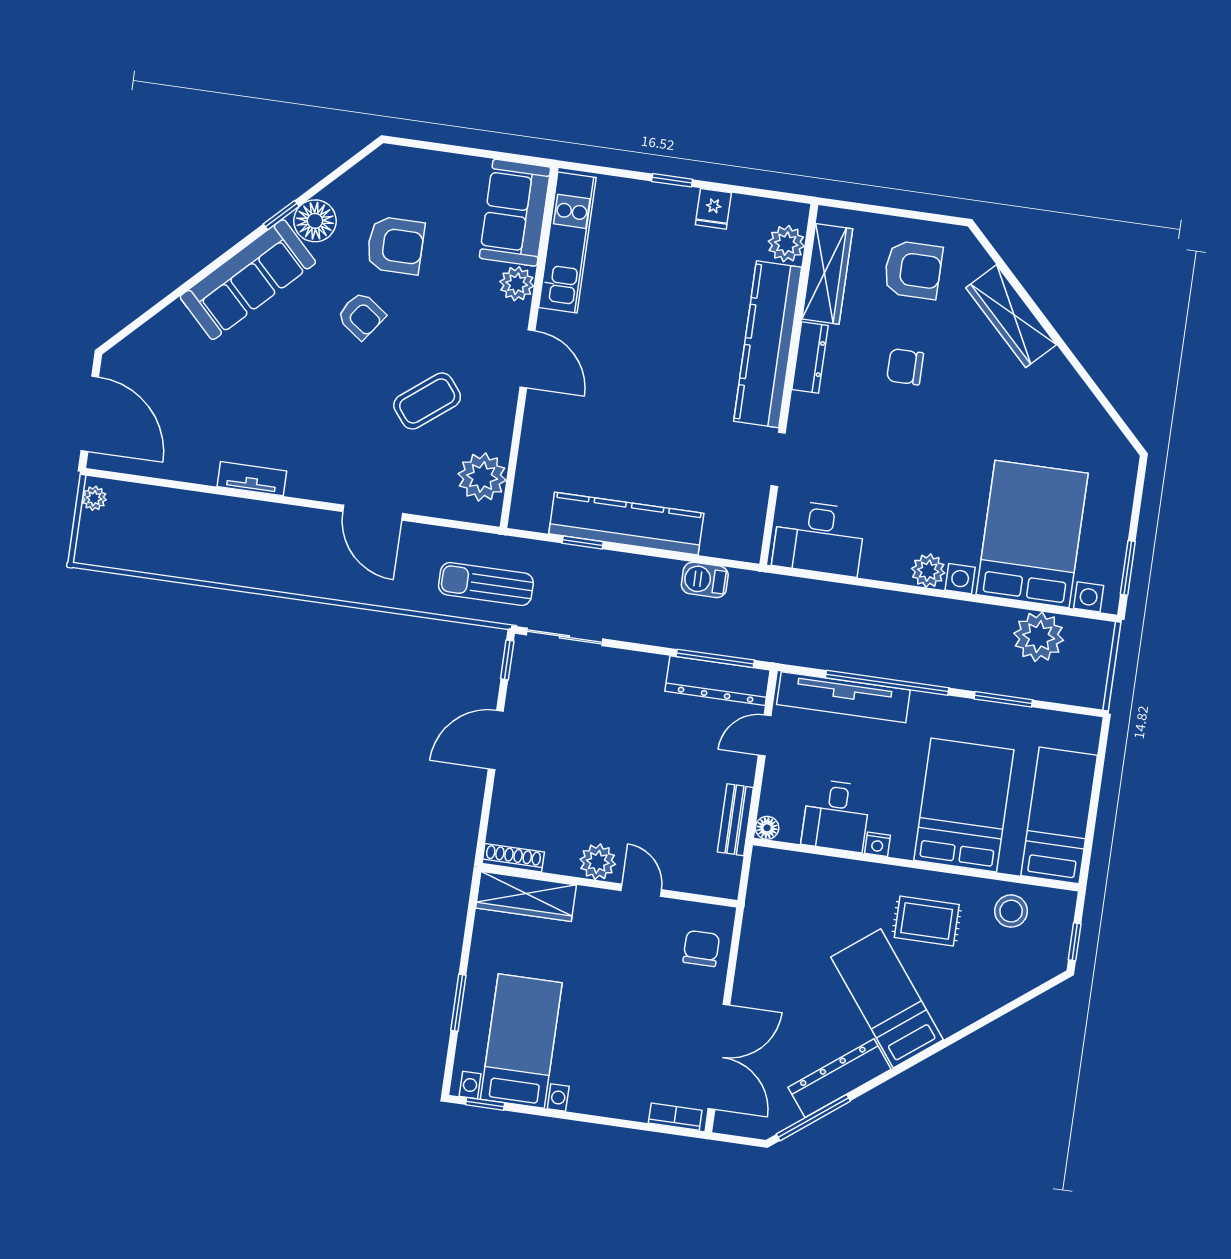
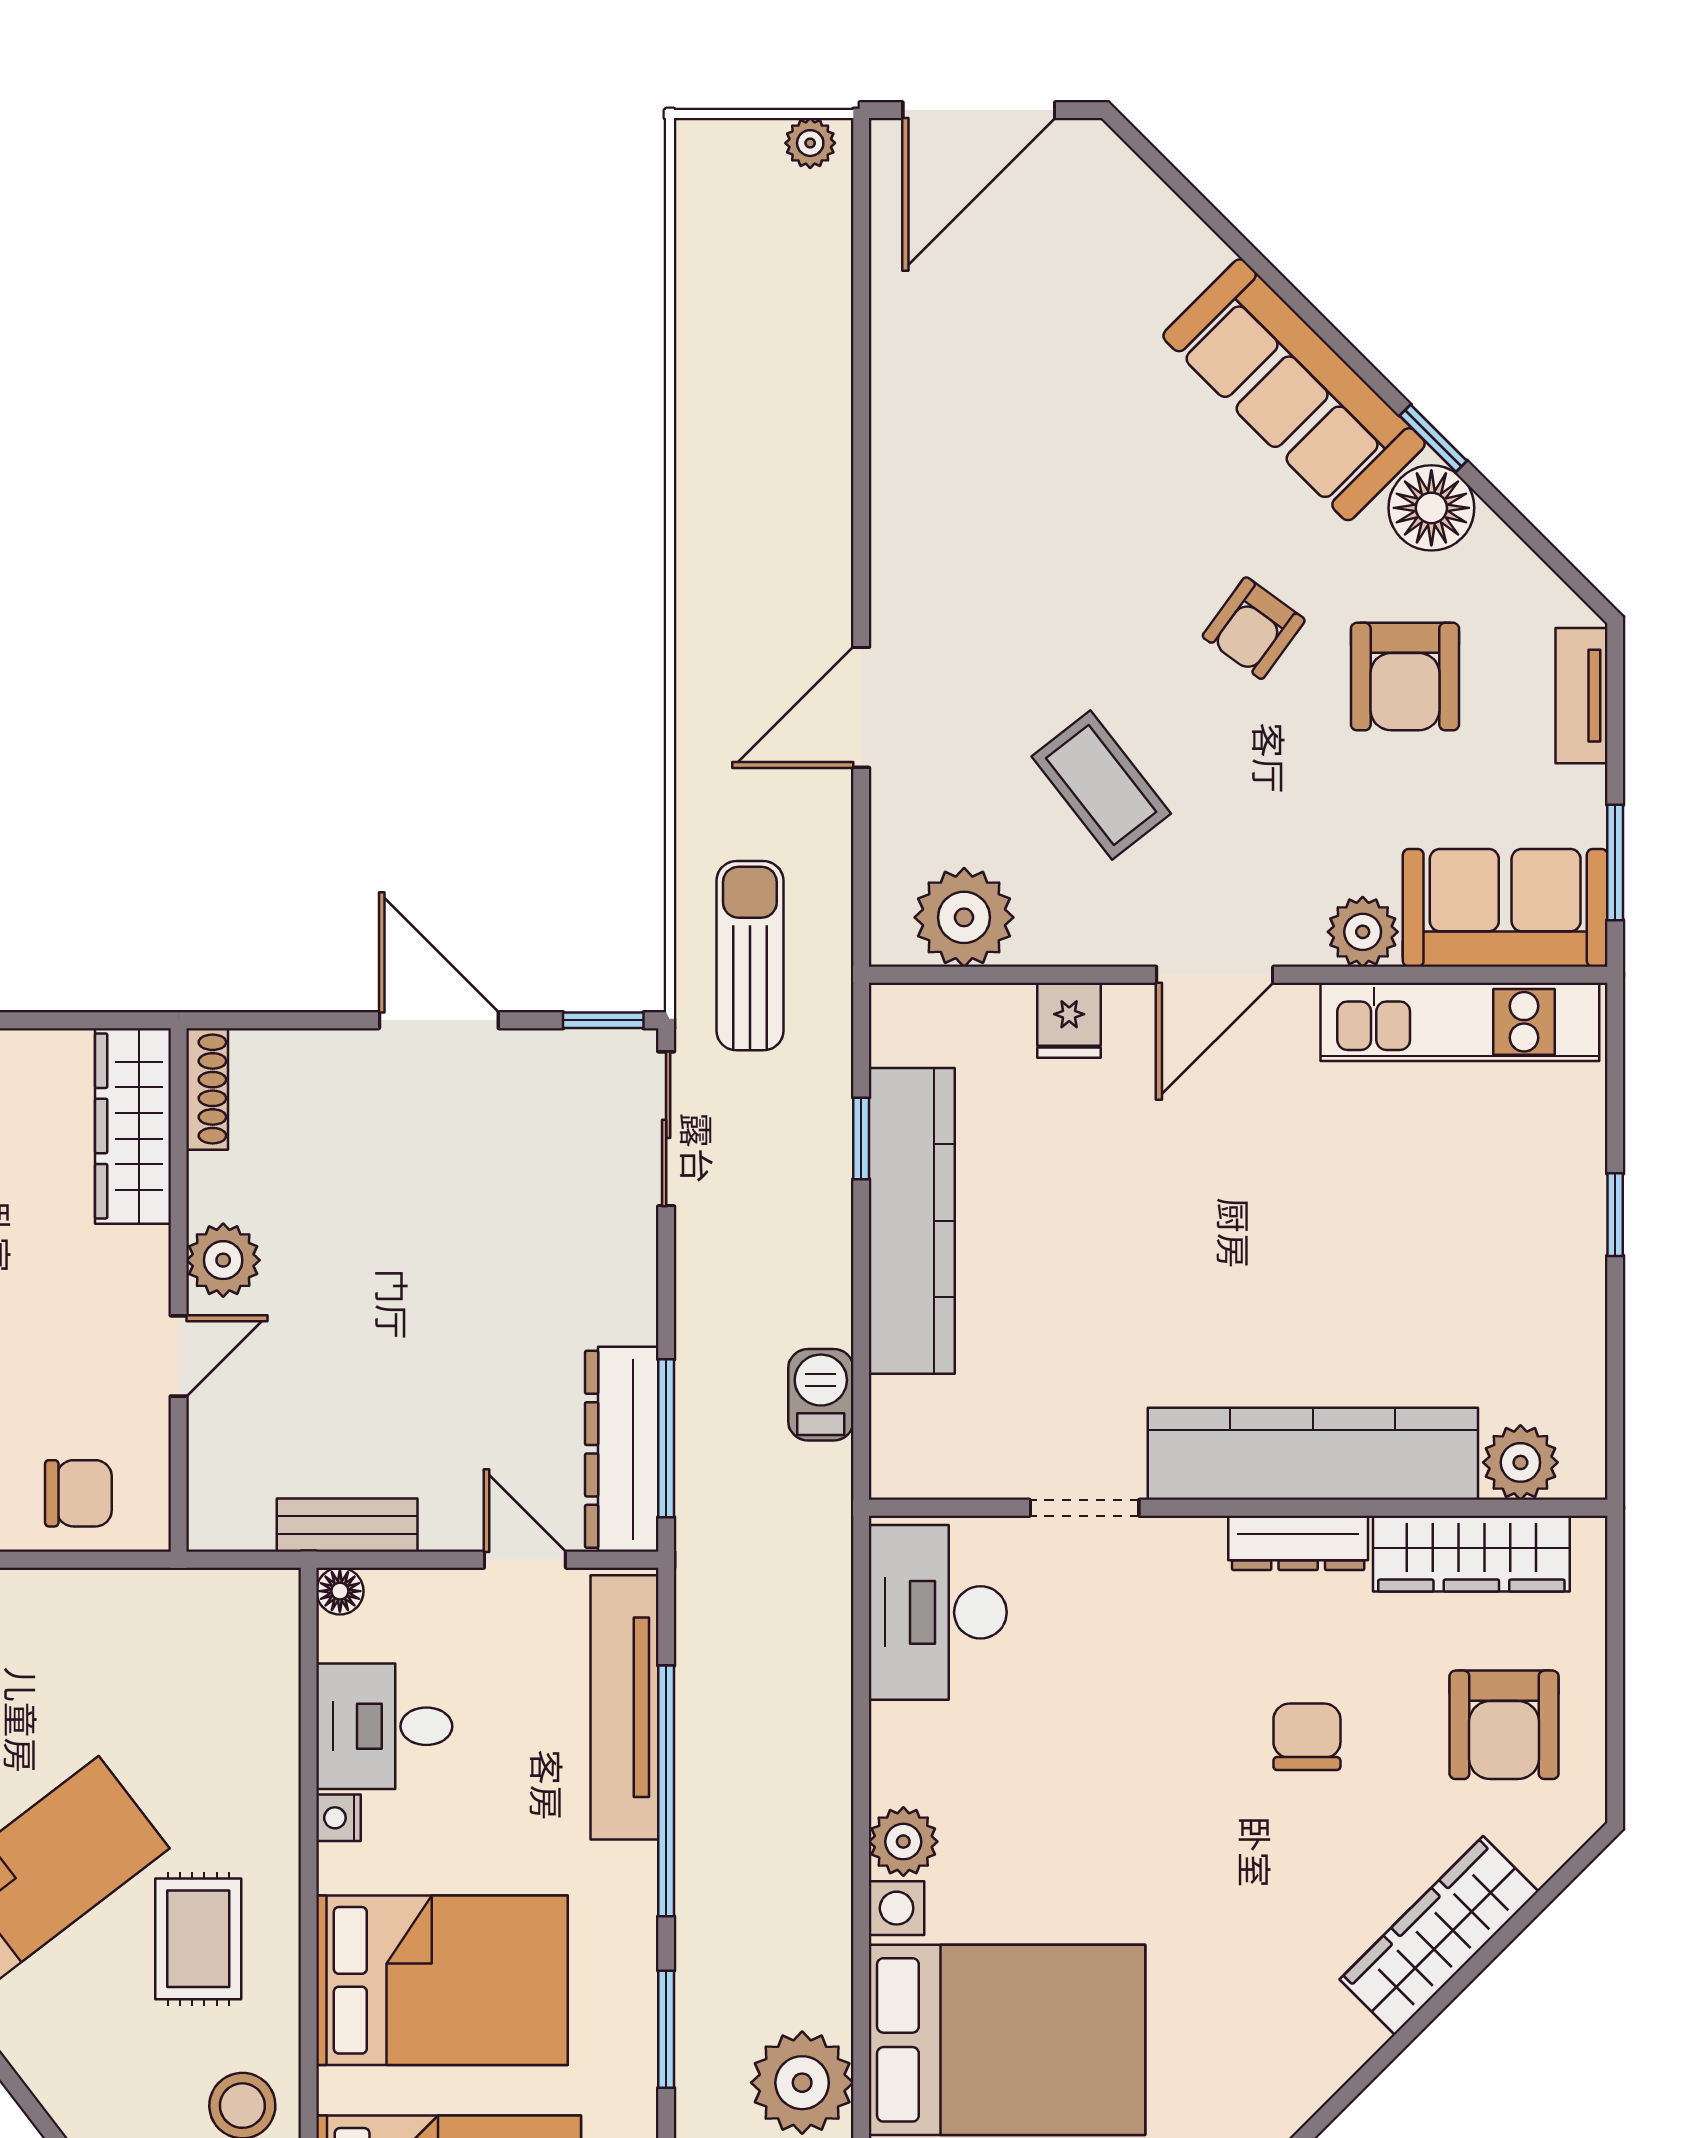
window: (501, 156) -> (1615, 863), added
fridge: (713, 209) -> (1069, 1020), moved, turned -90
tv unit: (252, 479) -> (1581, 696), moved, turned 180

